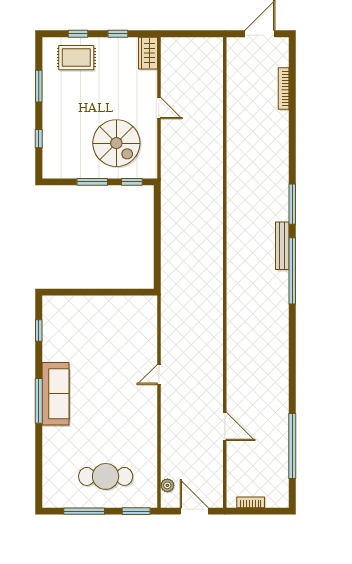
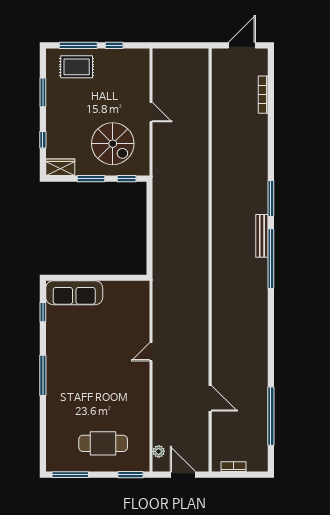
window: (78, 34) -> (78, 45), width x2.17
wardrobe: (148, 53) -> (60, 167), moved, turned 90
sofa: (55, 394) -> (74, 293), moved, turned 90
window: (84, 511) -> (70, 475), moved

